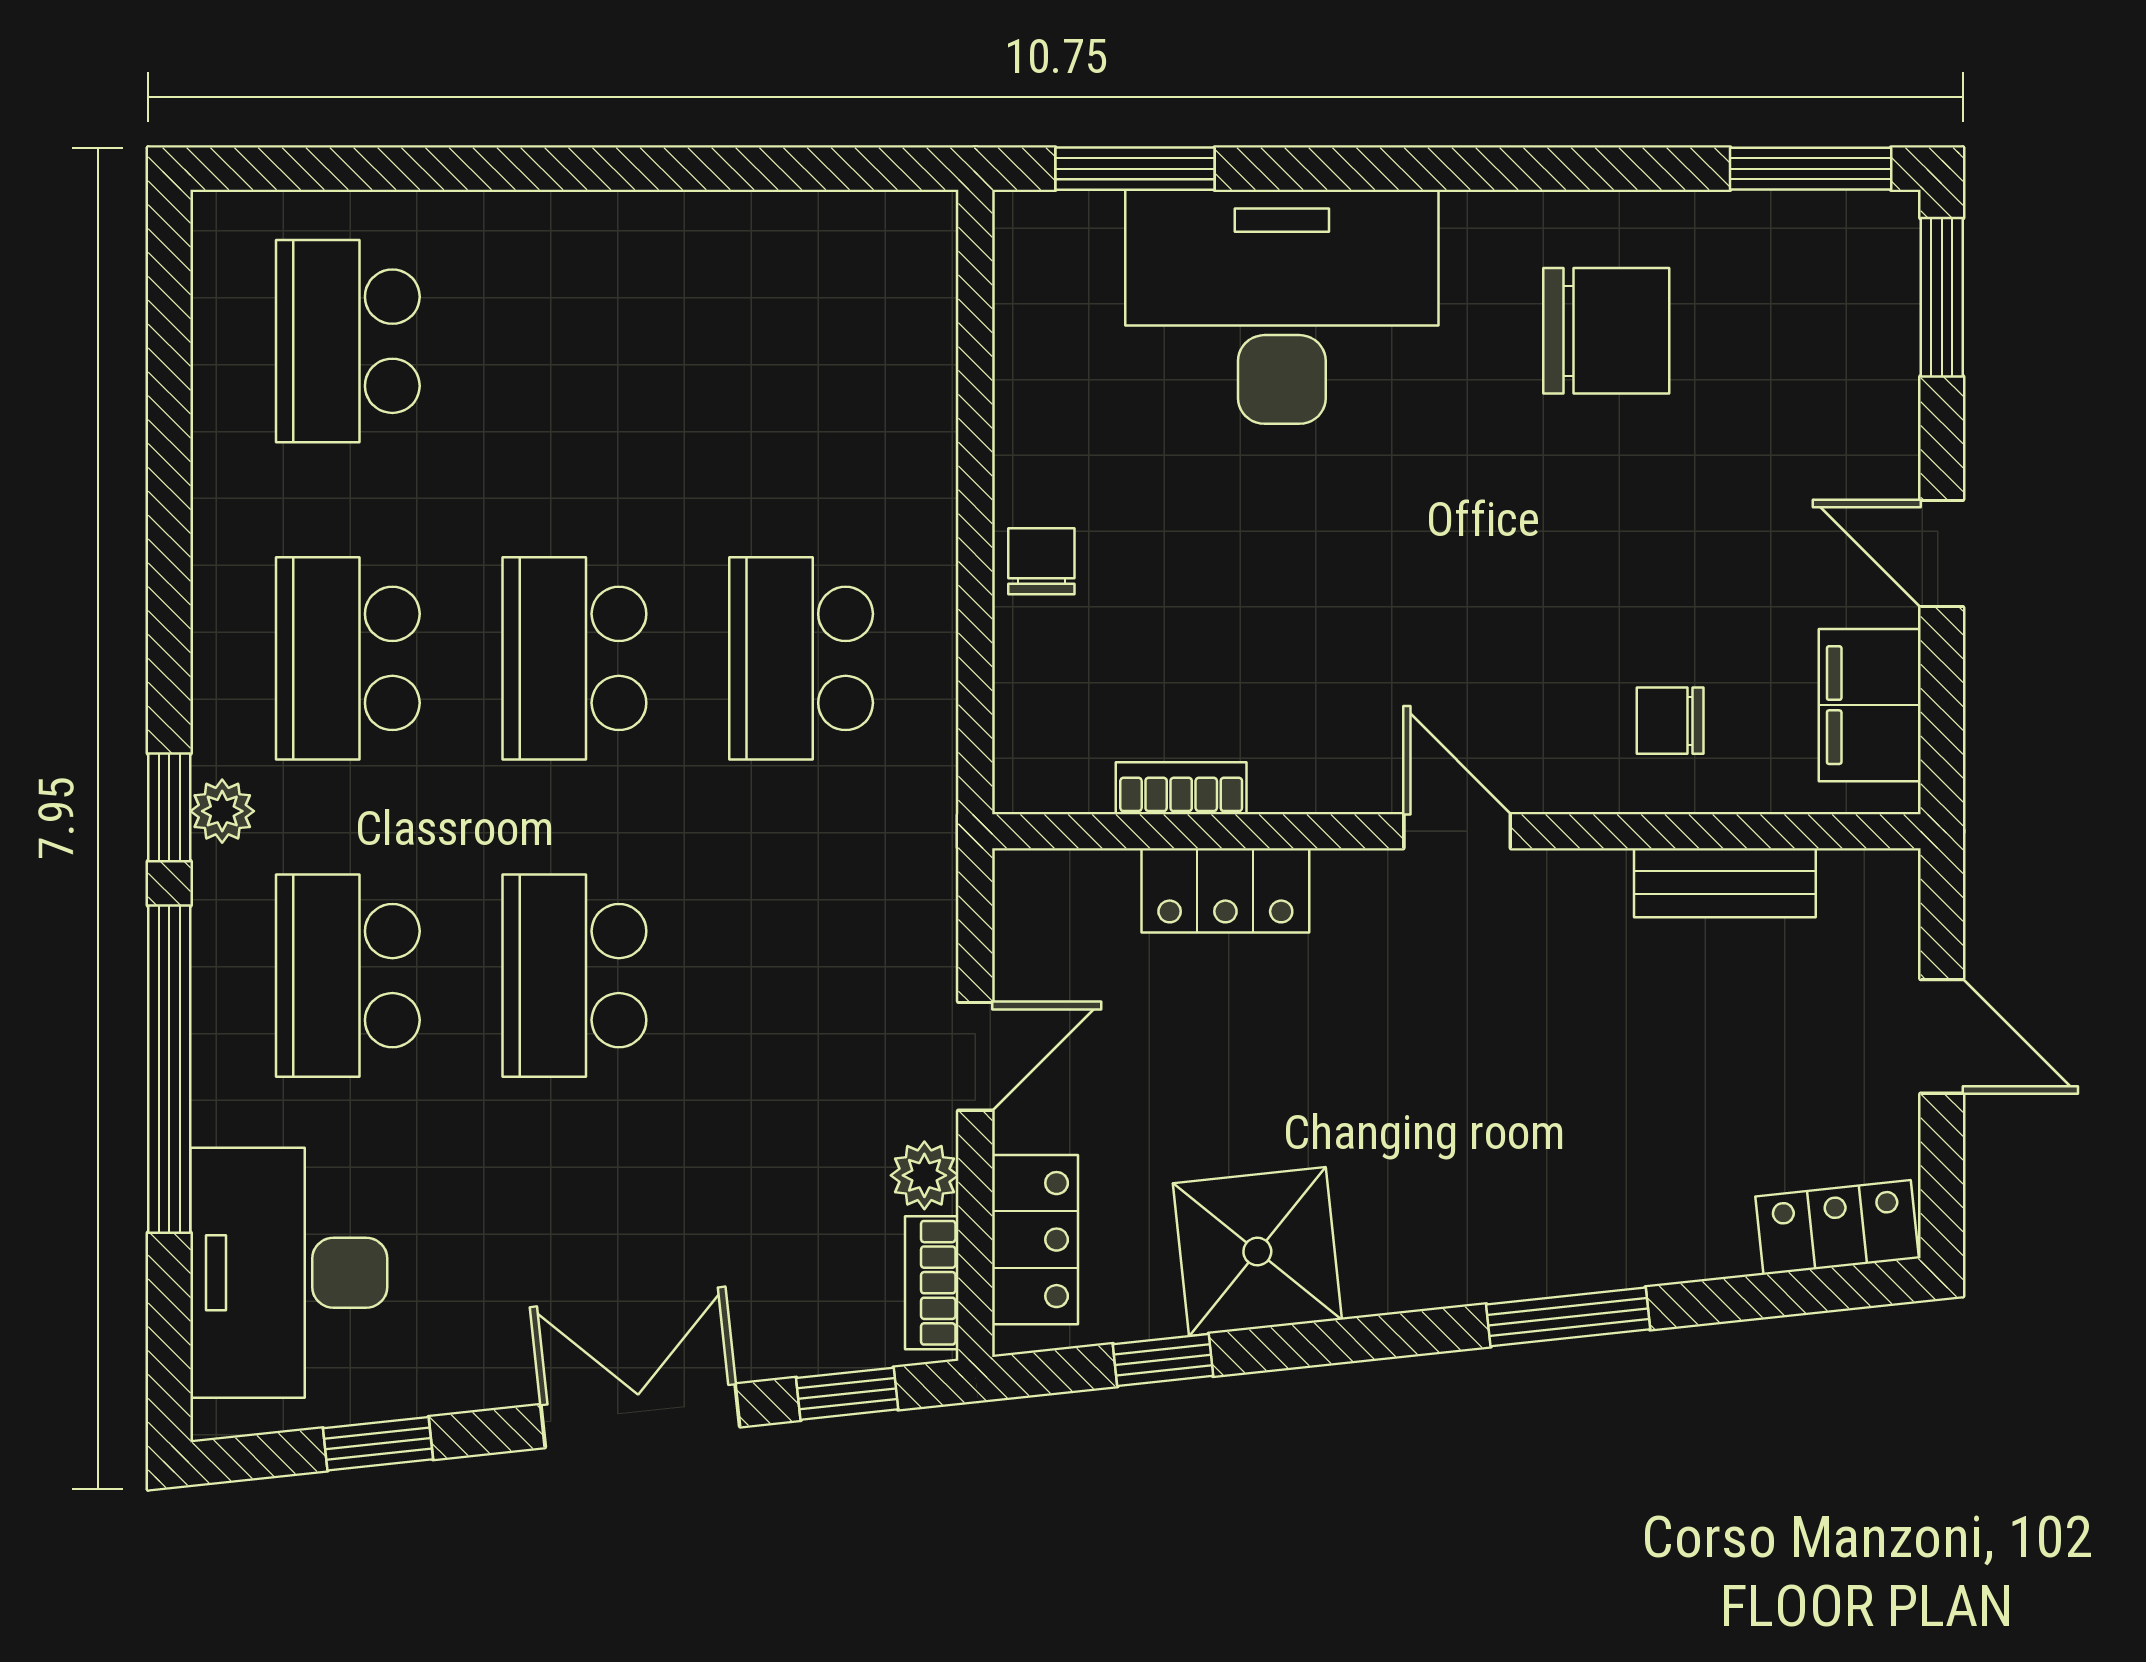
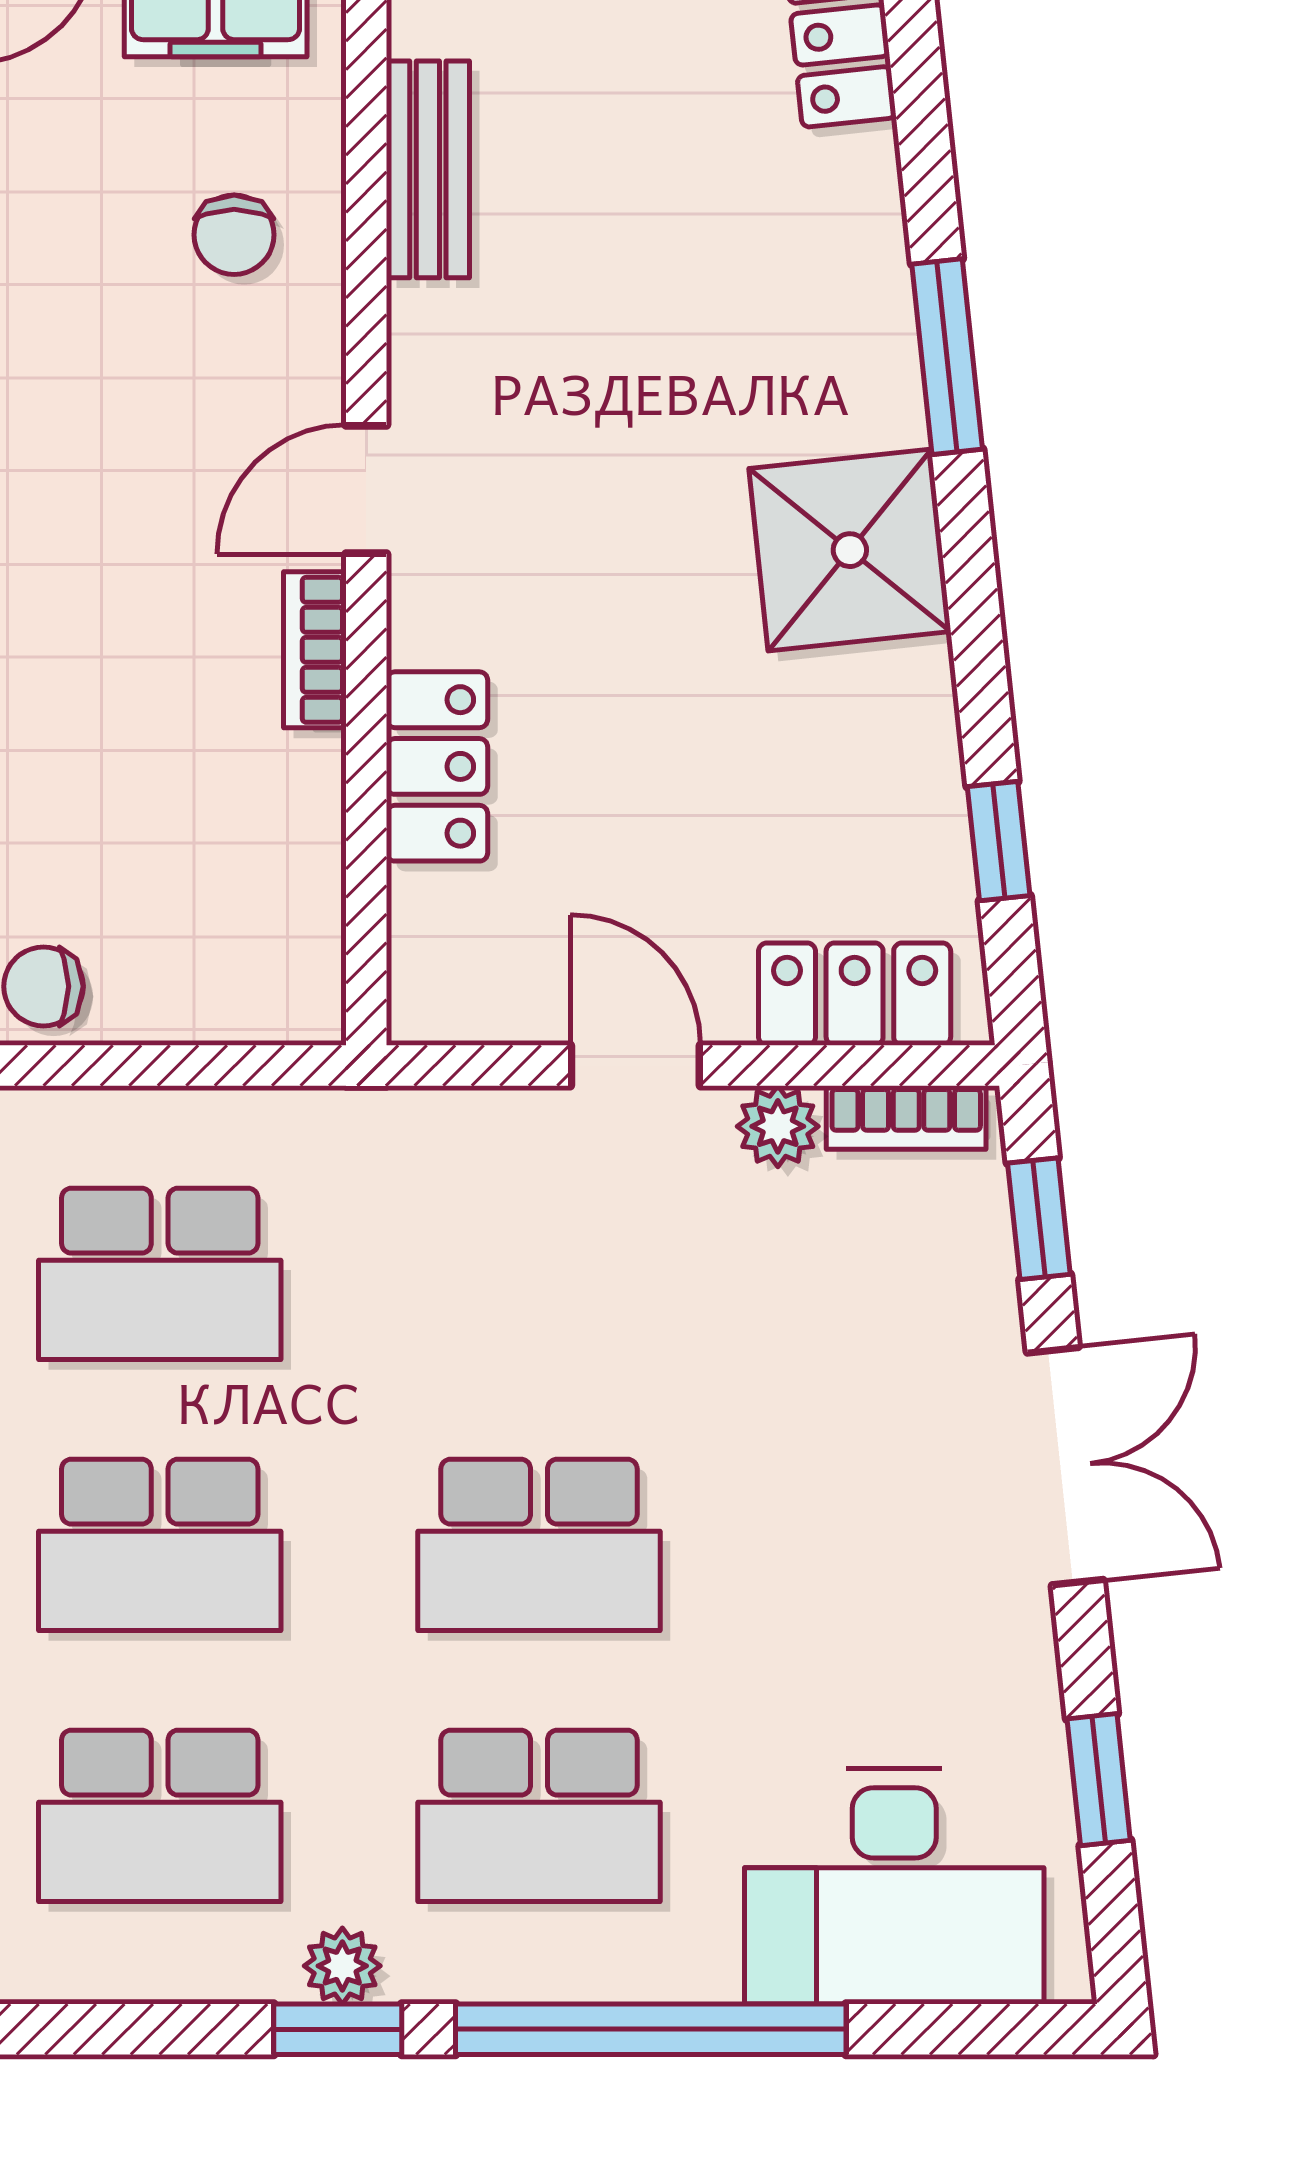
bookcase: (1181, 788) -> (315, 650), moved
shower: (1257, 1251) -> (850, 550), moved
double door: (640, 1416) -> (1065, 1466), swing flipped

